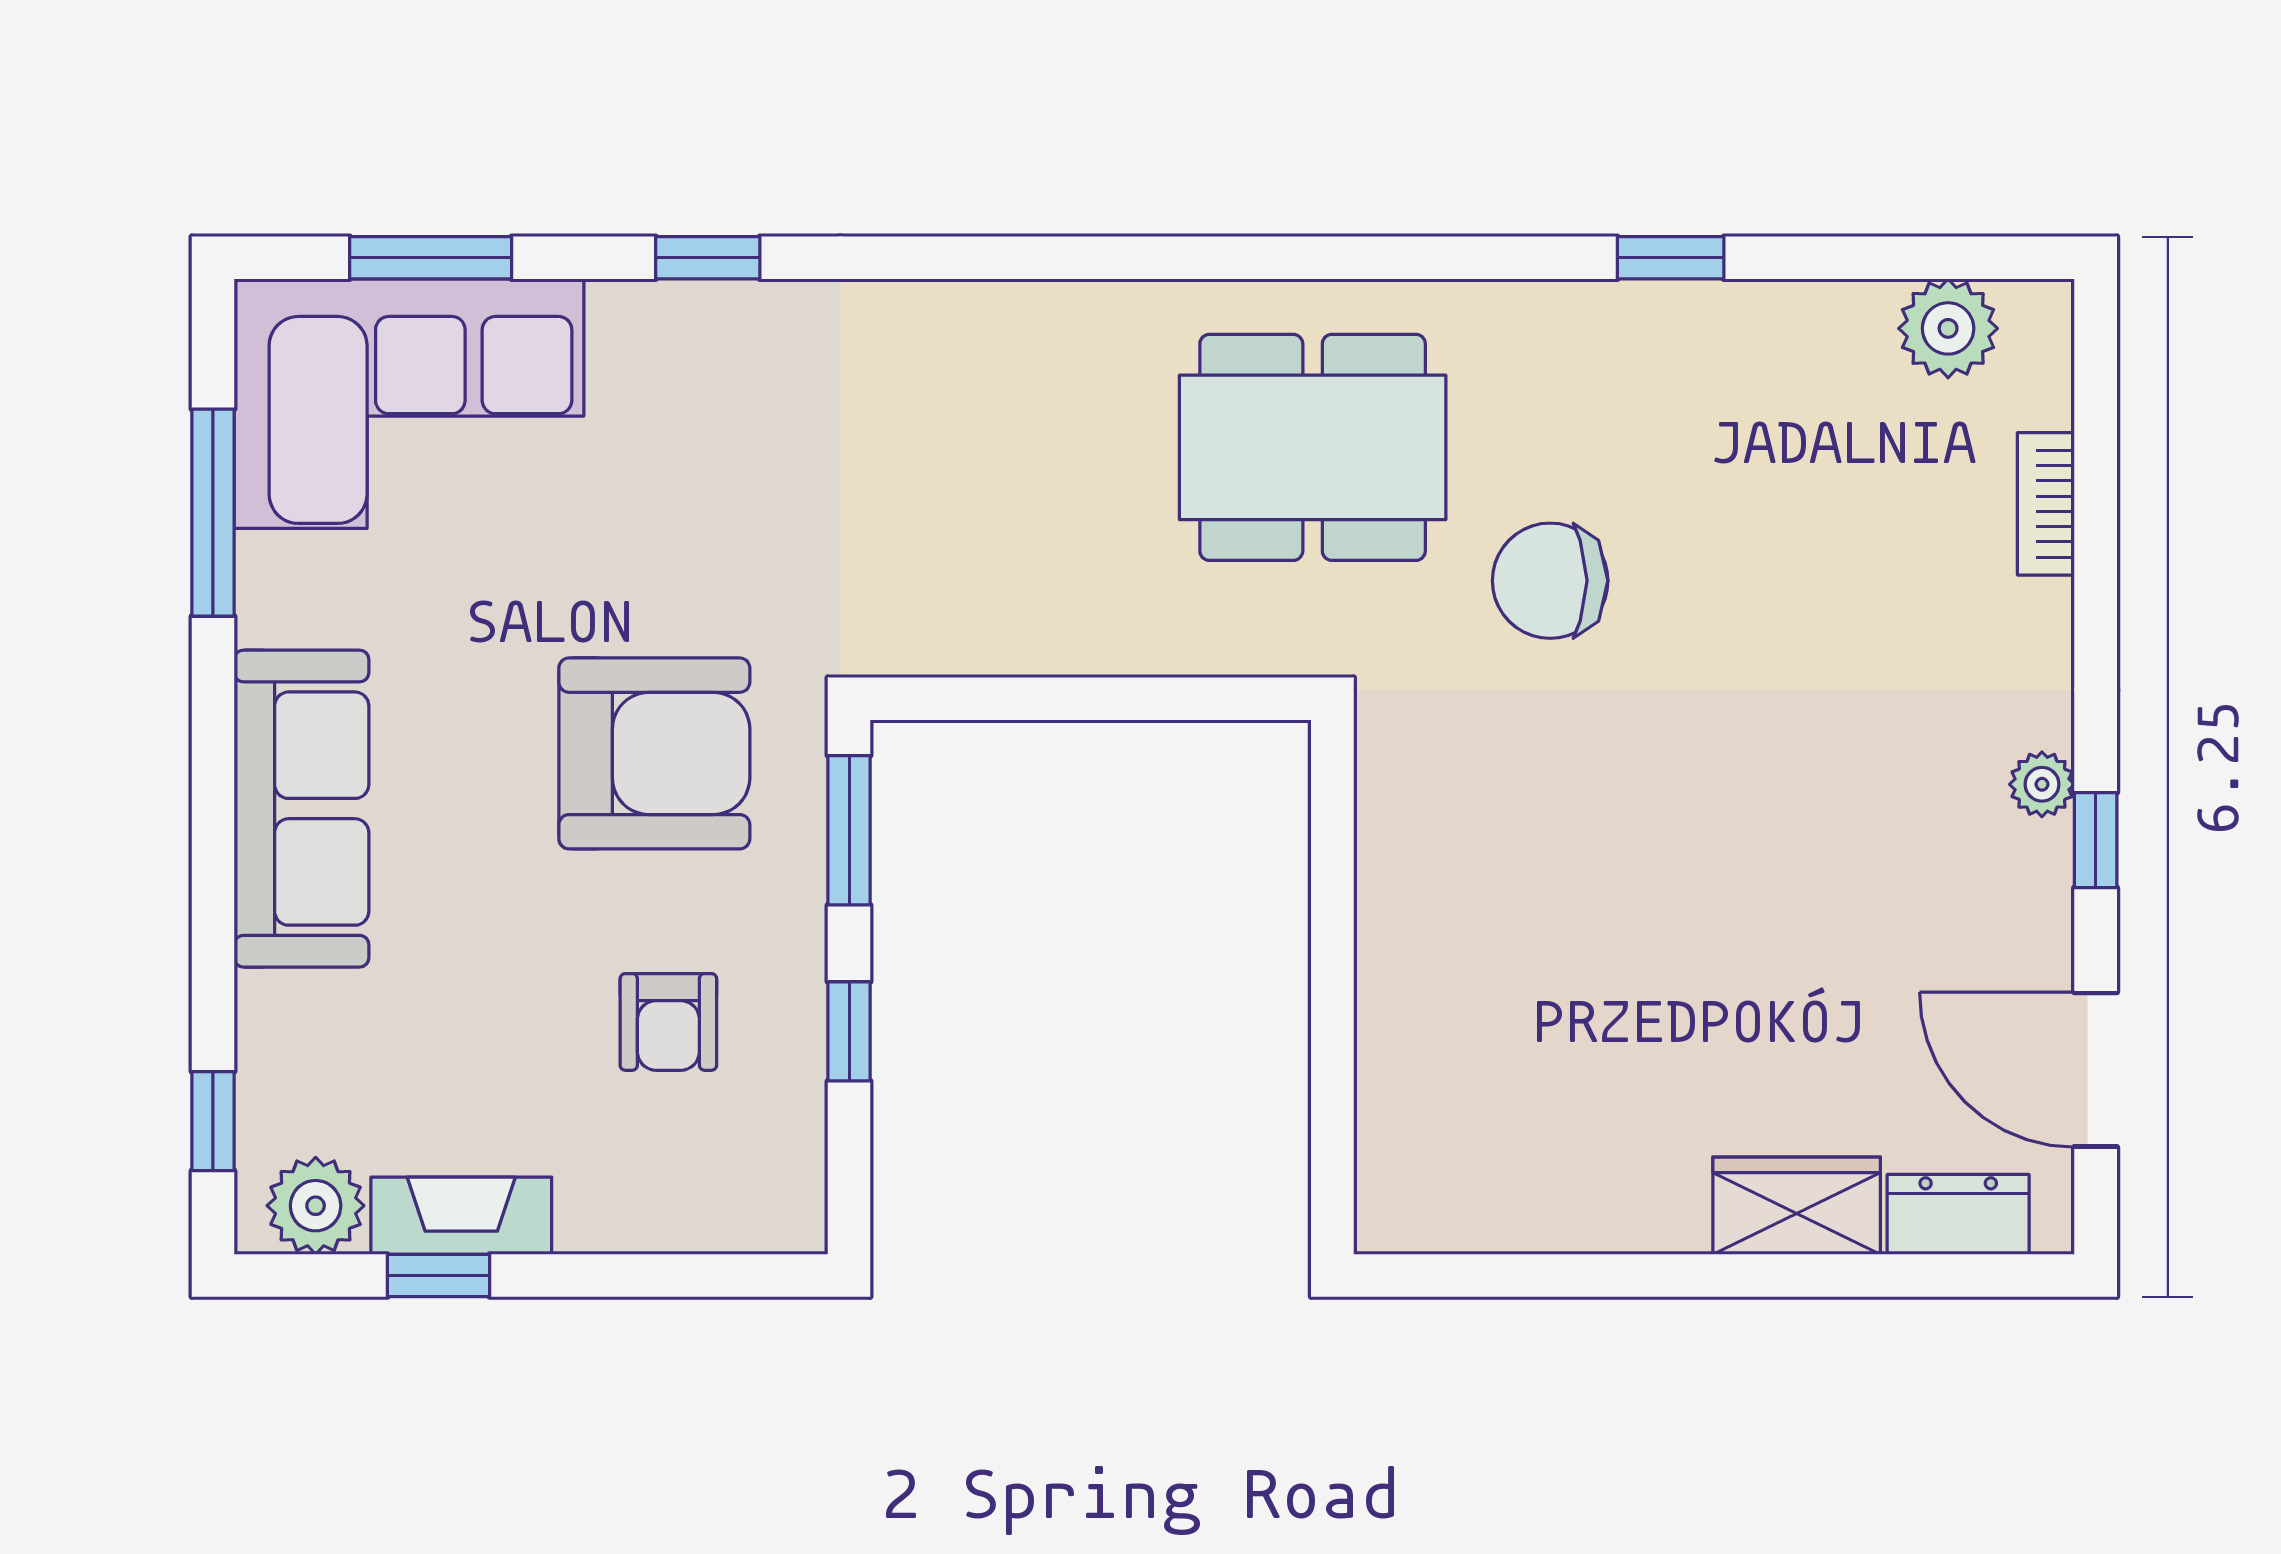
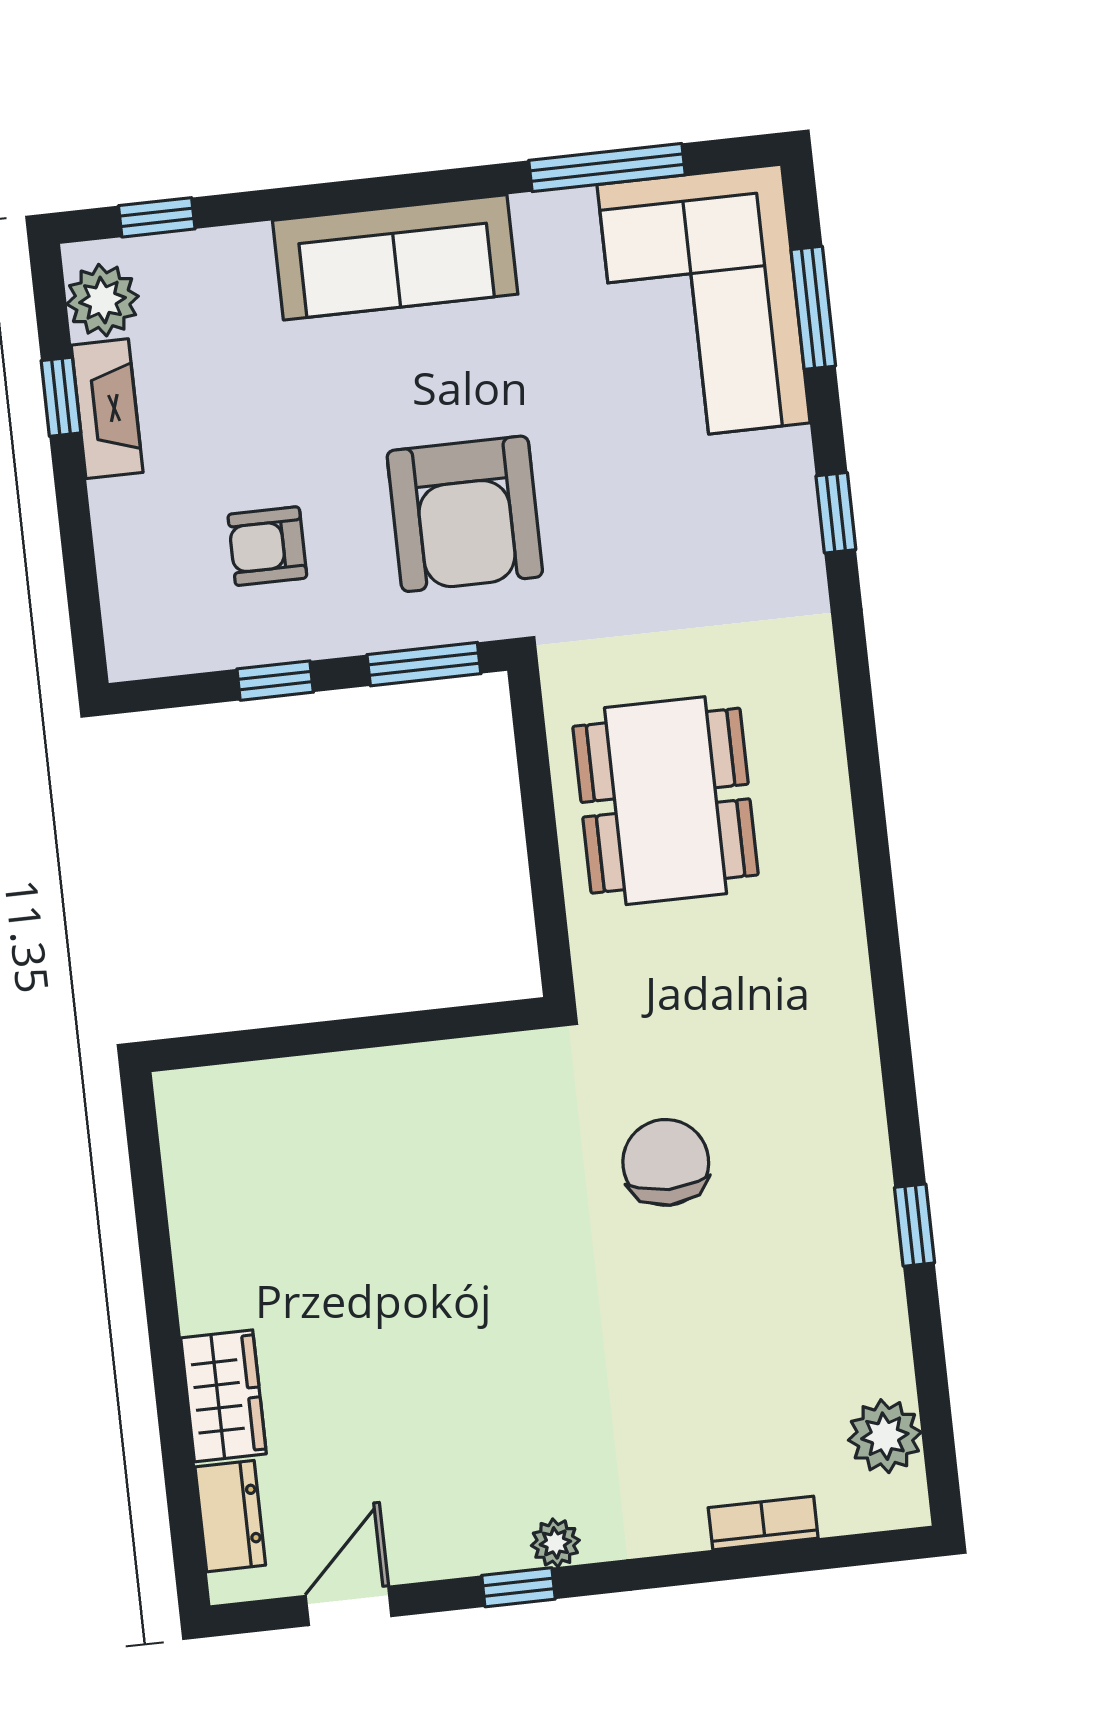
dining table: (1313, 447) -> (666, 801), moved
door: (2096, 1070) -> (349, 1606), width x0.73

